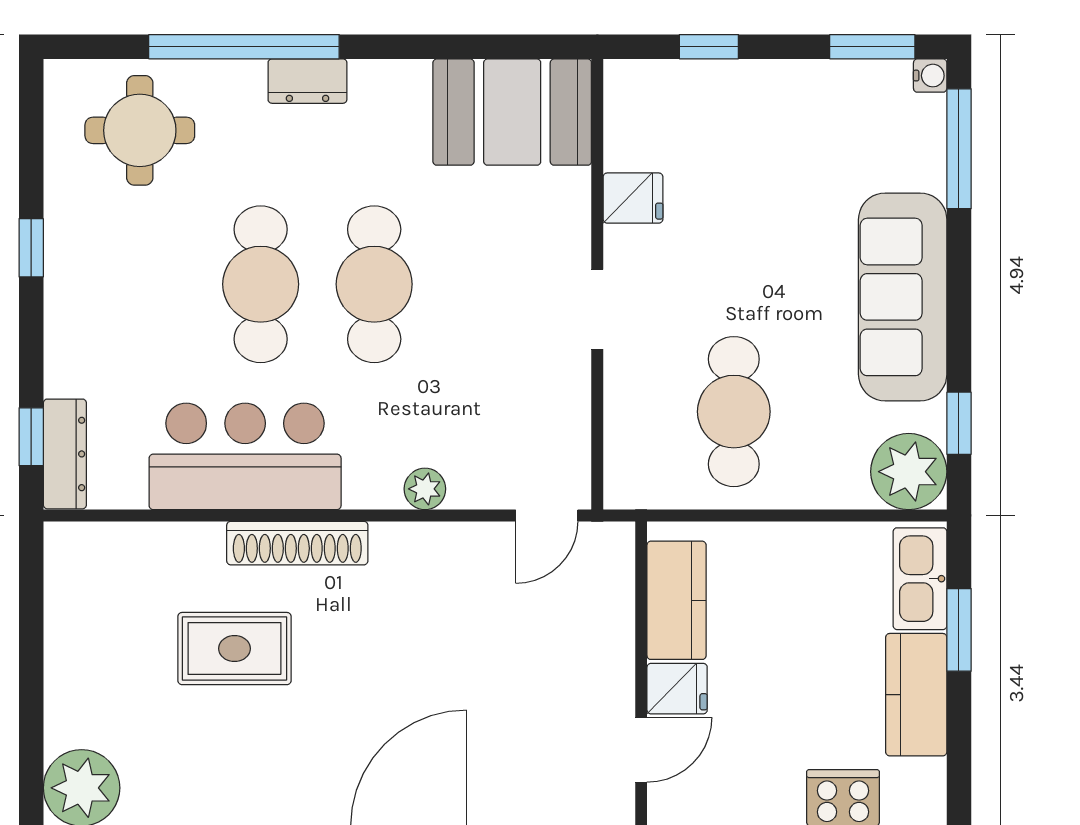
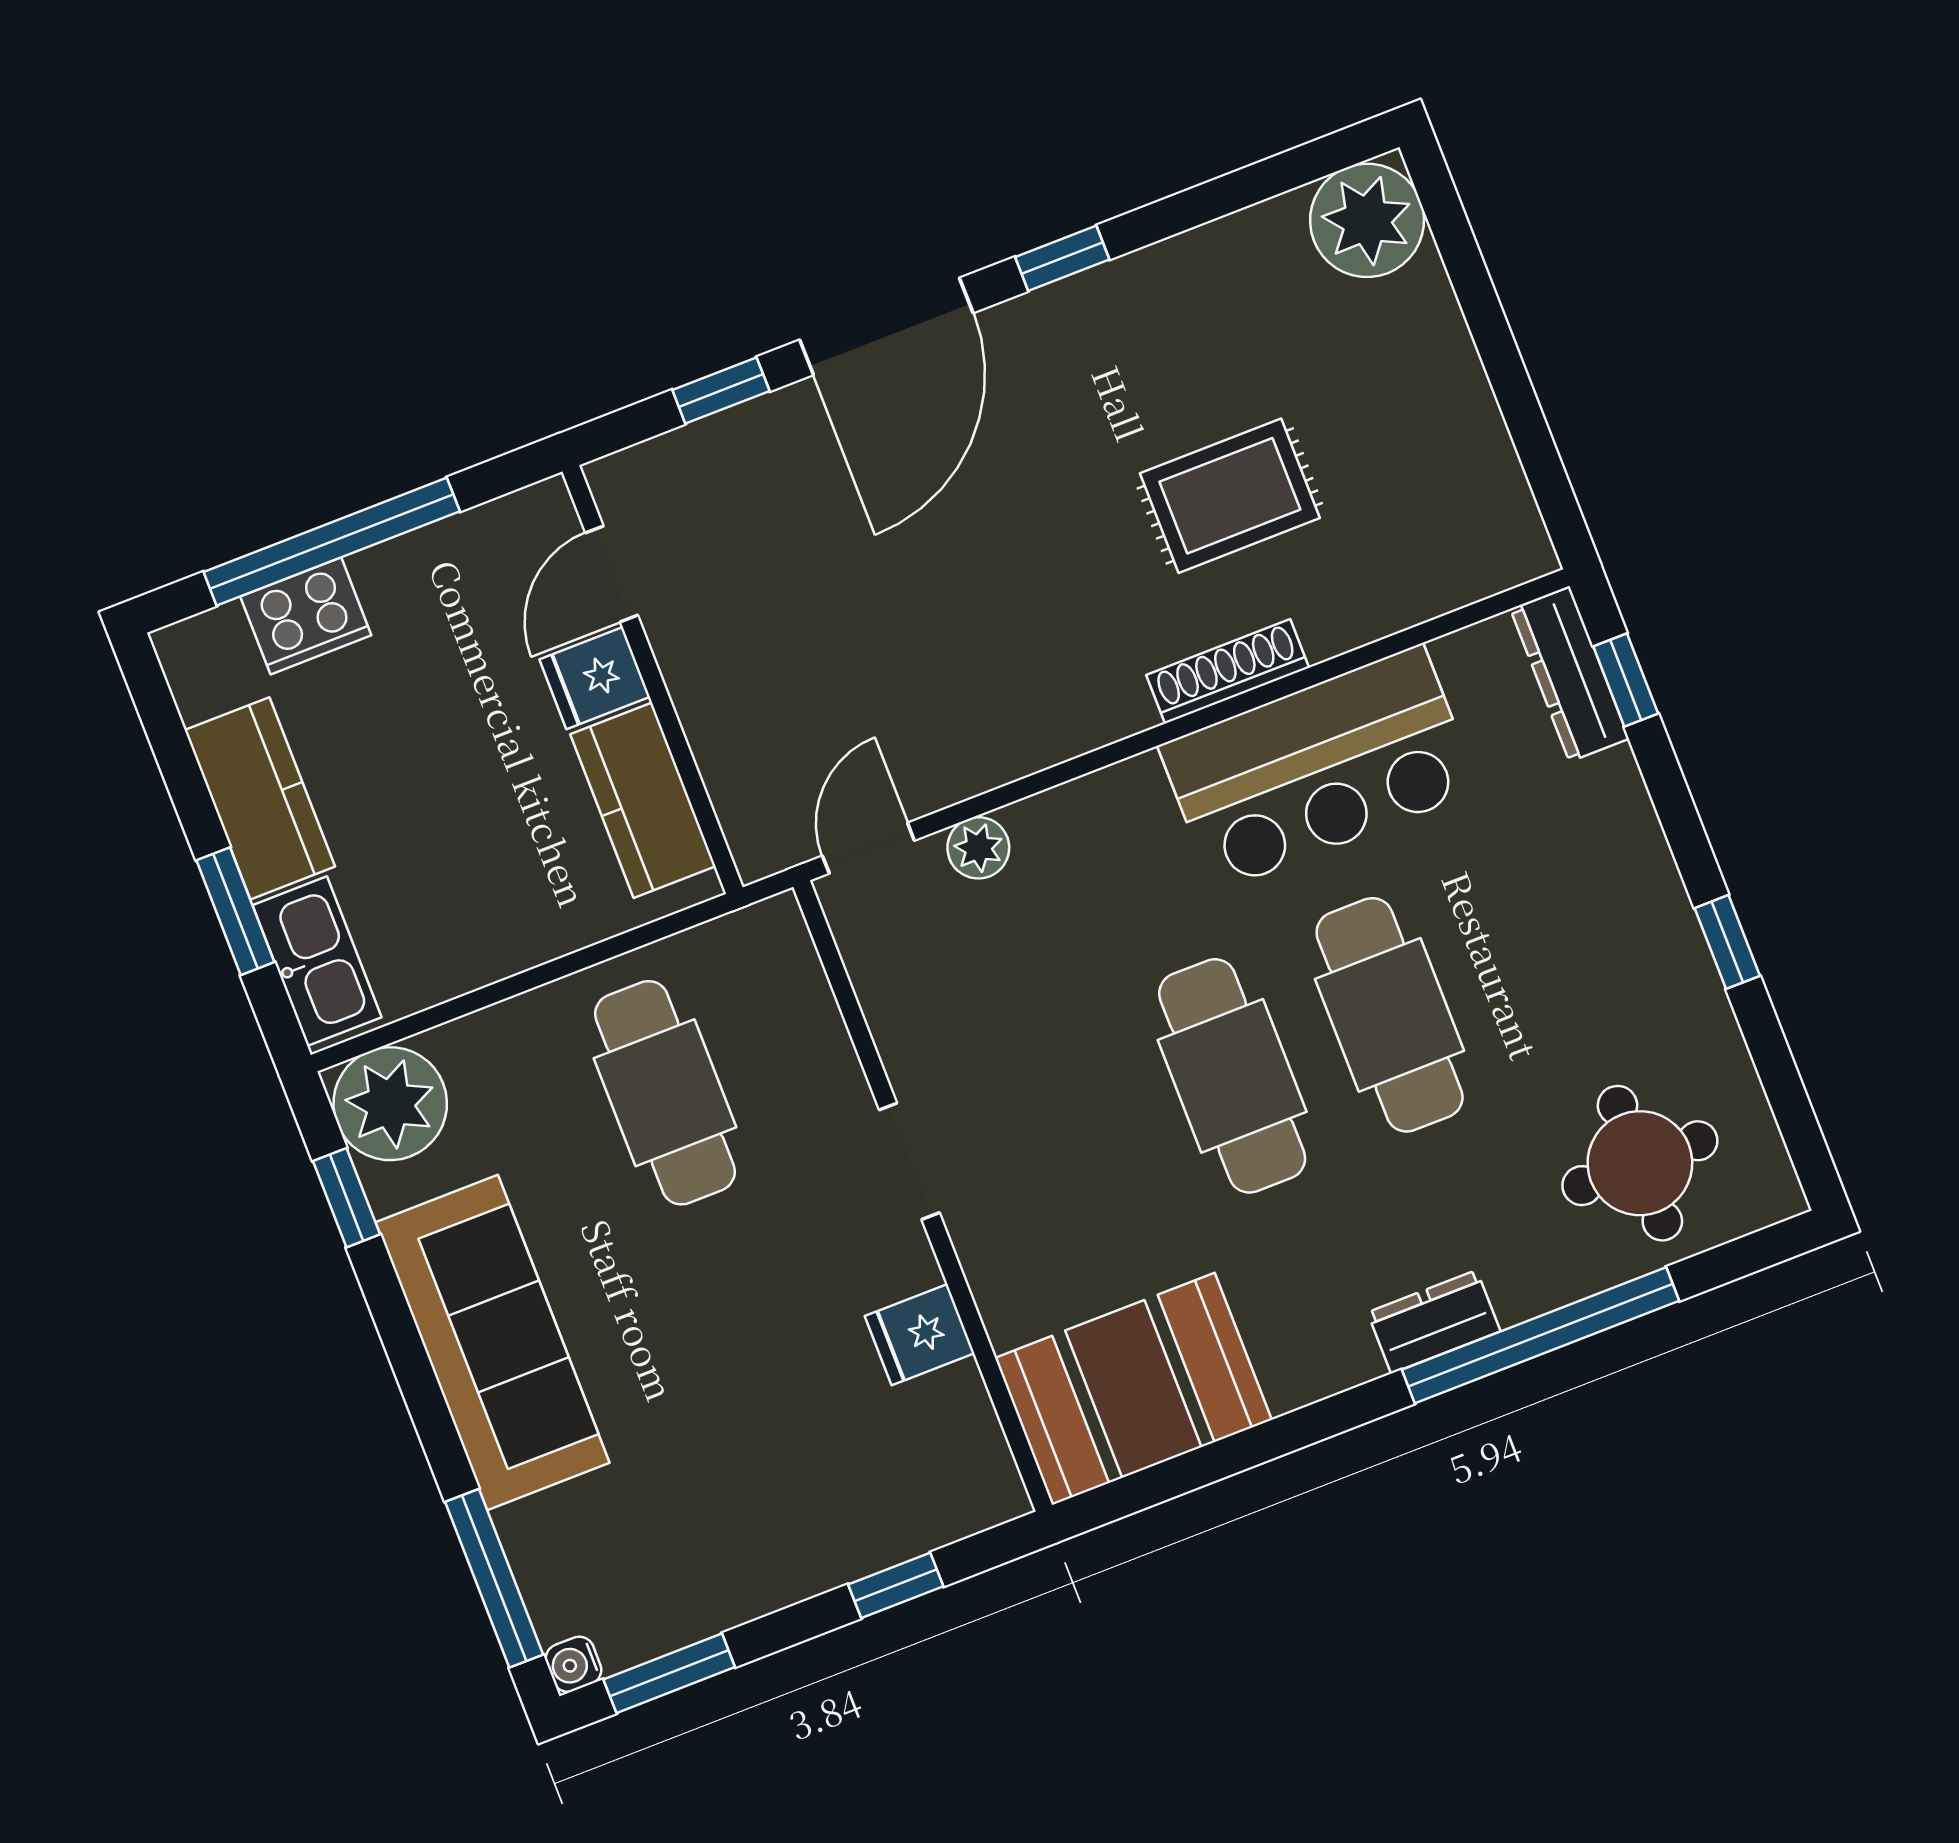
plant: (425, 489) -> (978, 848), moved
shoe rack: (297, 543) -> (1228, 671), width x0.74, depth x0.81

